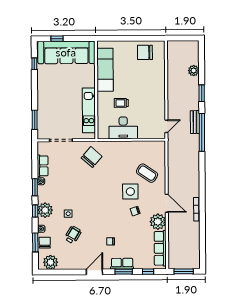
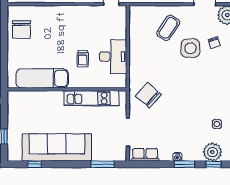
sofa: (66, 52) -> (57, 147), moved, turned -90
row of seats: (43, 166) -> (145, 155), moved

